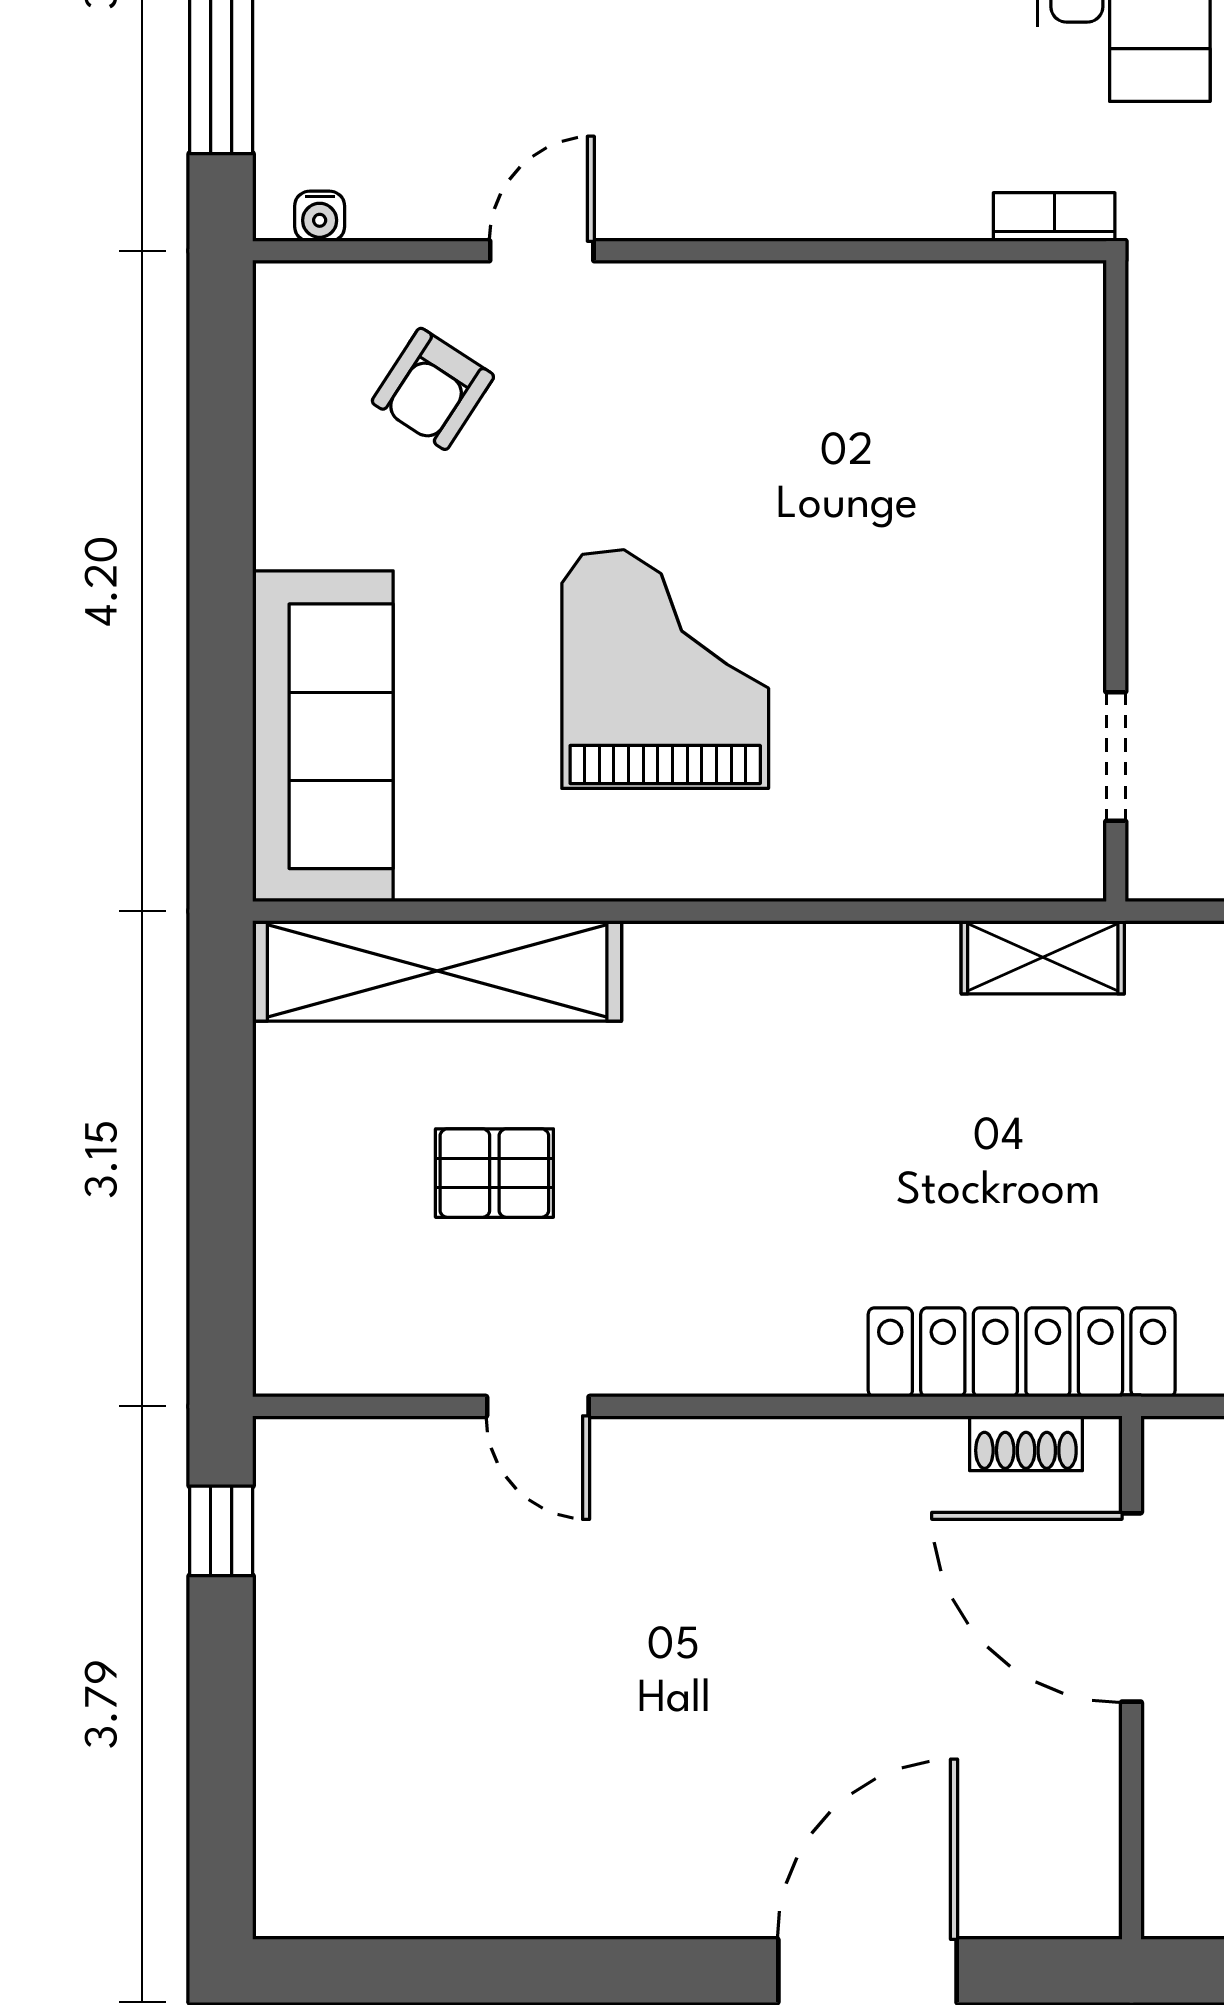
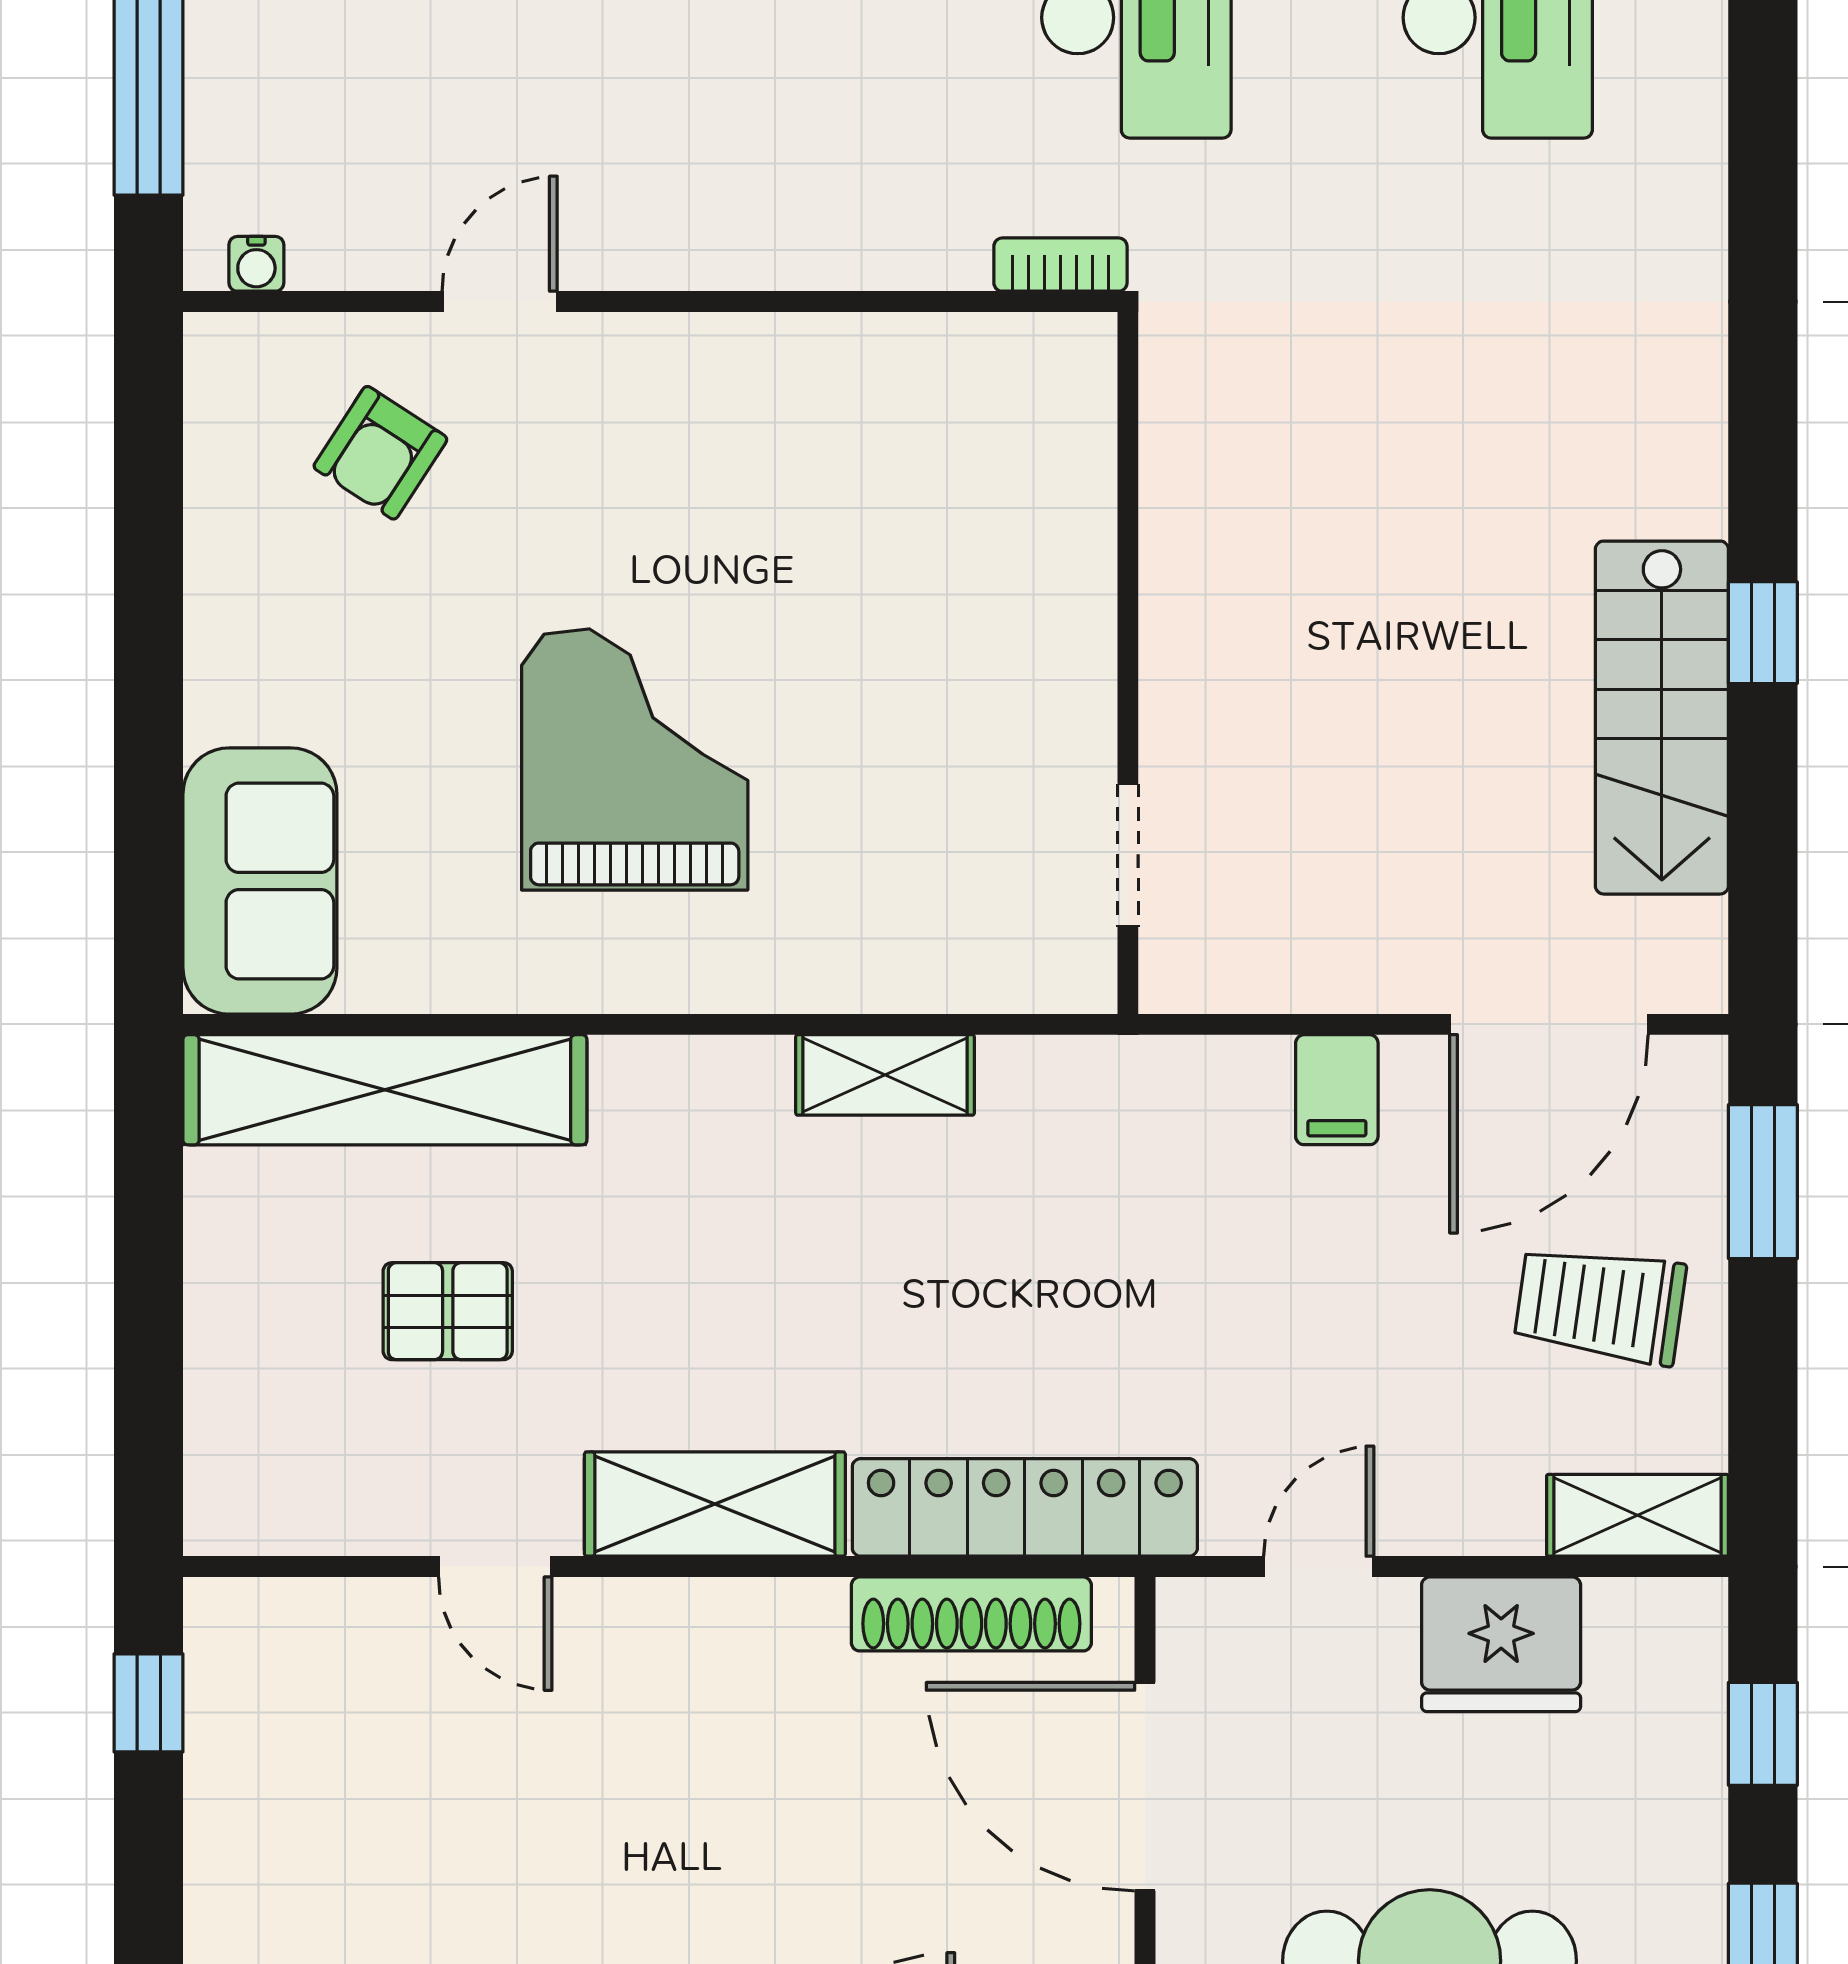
sofa: (323, 736) -> (260, 881), width x0.73
shelving: (1043, 957) -> (885, 1075), moved
shelving: (738, 1349) -> (715, 1504), added
shoe rack: (1026, 1443) -> (971, 1614), width x1.94, depth x1.24

